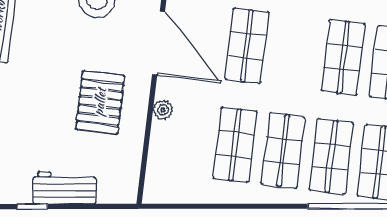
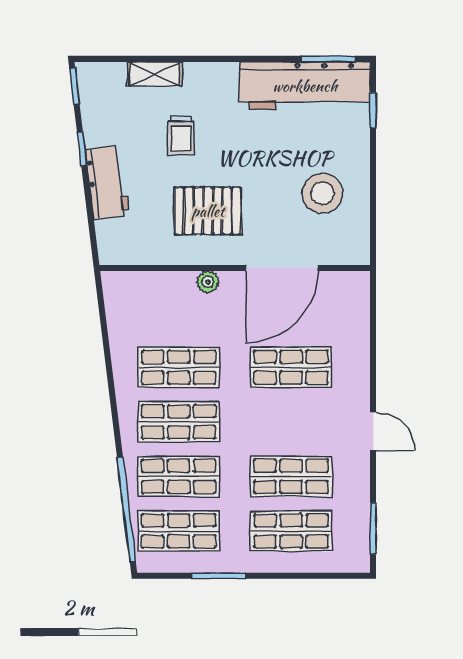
trolley: (31, 118) -> (181, 136), added

